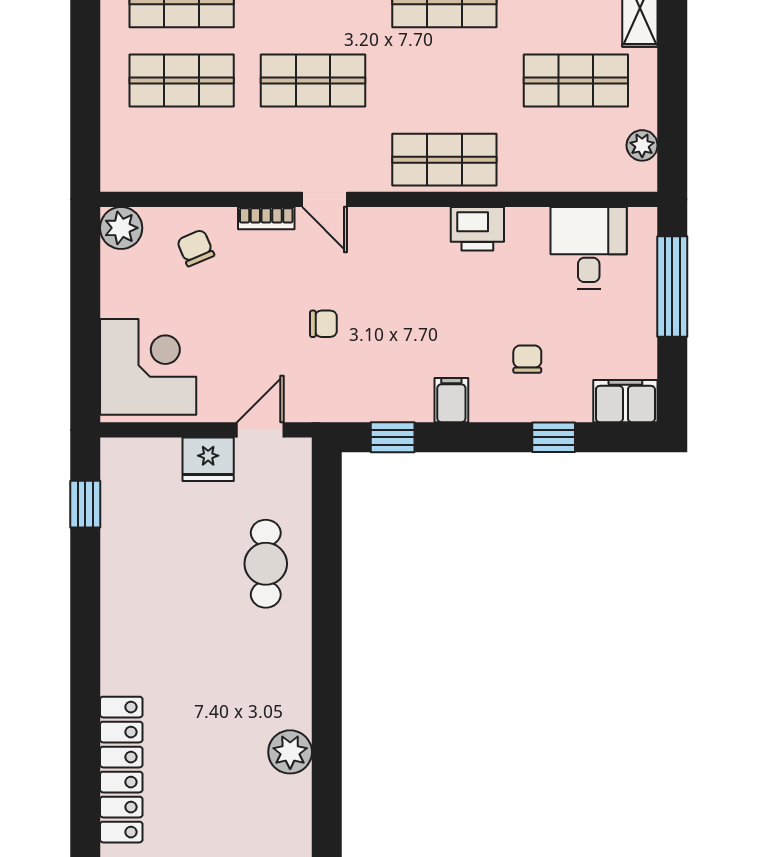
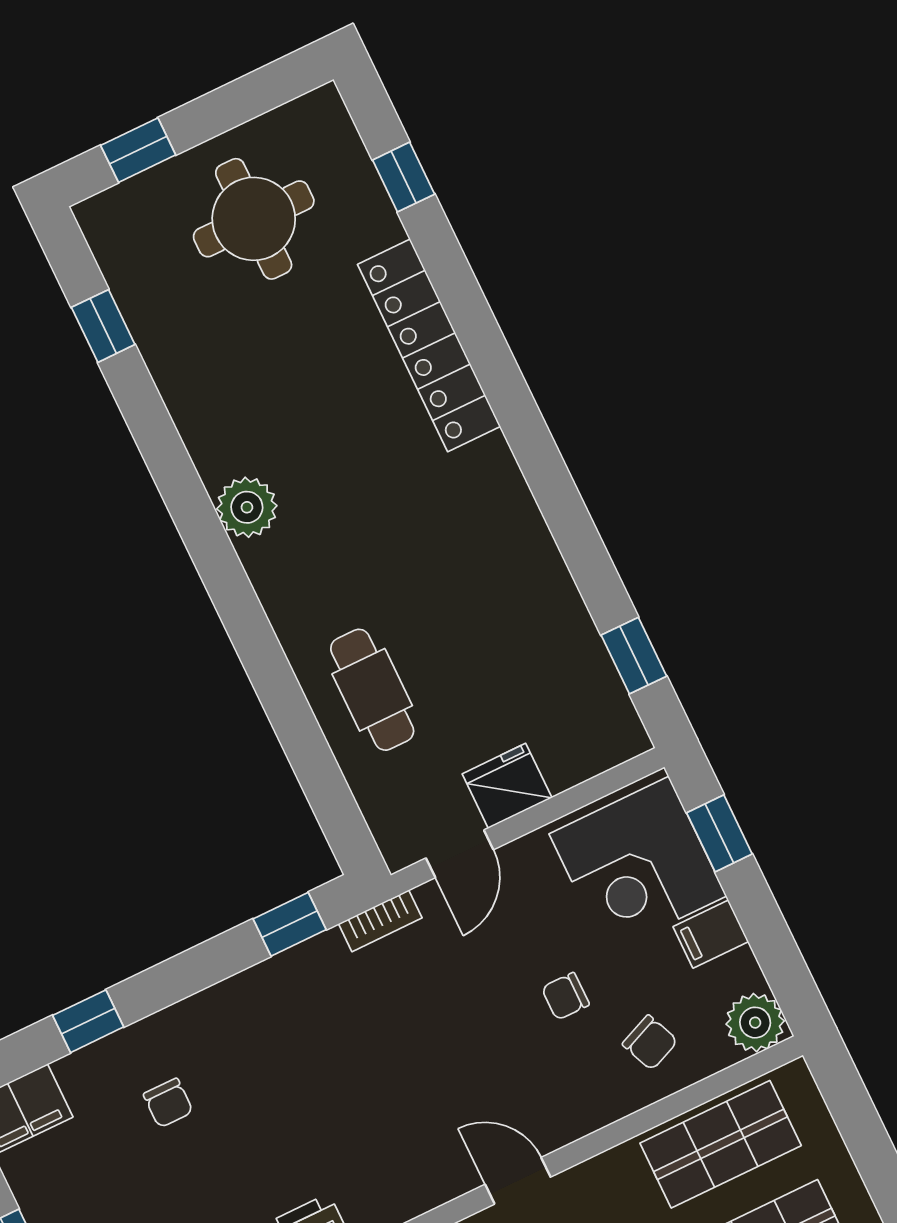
shop shelf: (182, 160) -> (721, 1144), added
bookcase: (266, 218) -> (380, 921), moved, turned 180
chair: (323, 324) -> (565, 996), moved
window: (85, 362) -> (719, 833), added
filing cabinet: (451, 400) -> (711, 934), moved, turned 90
plant: (290, 752) -> (247, 507), moved

